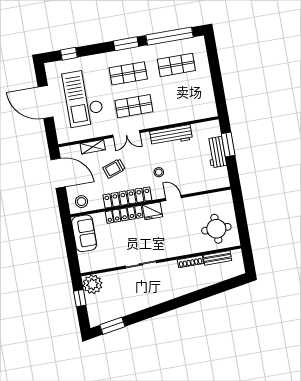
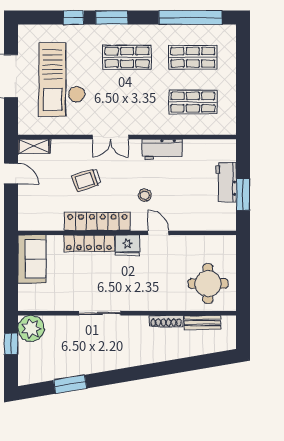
window: (126, 44) -> (112, 18), moved
window: (69, 54) -> (74, 18), moved
shop shelf: (134, 106) -> (193, 102), moved
workbench: (171, 135) -> (162, 149), width x0.73
window: (228, 144) -> (243, 195), moved
shelving: (93, 147) -> (34, 146), moved
door: (58, 173) -> (11, 174), width x0.53
stool: (81, 202) -> (36, 216), removed
window: (112, 326) -> (70, 384), moved

